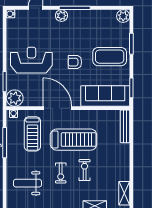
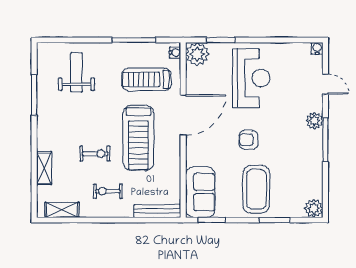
armchair: (75, 62) -> (248, 140), turned -90
sofa: (105, 96) -> (200, 192), width x0.73
exercise bike: (61, 173) -> (108, 191), moved

